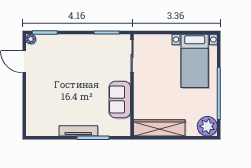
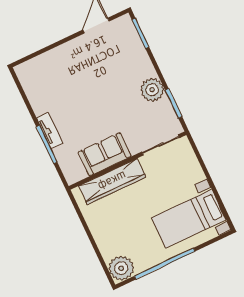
plant: (31, 39) -> (152, 90), moved, width x1.88, depth x1.88
wardrobe: (159, 128) -> (112, 181), moved, turned 90
tv unit: (78, 131) -> (50, 130), width x0.71

